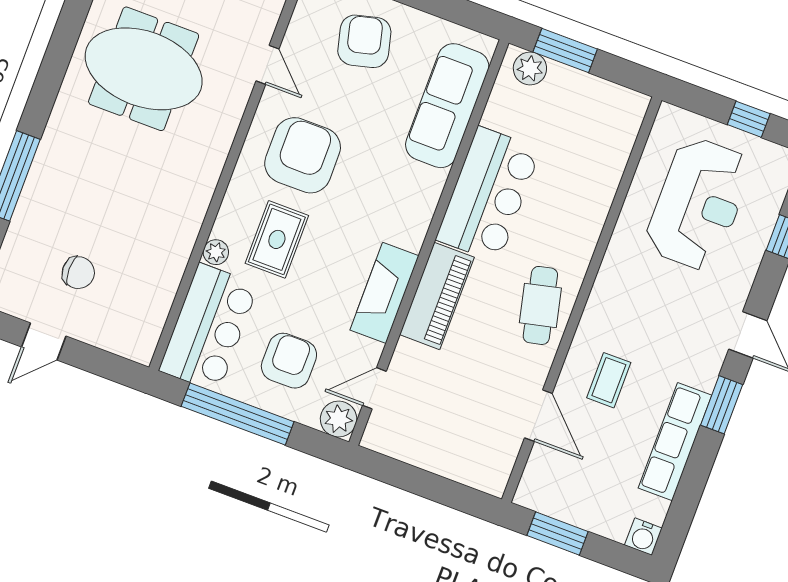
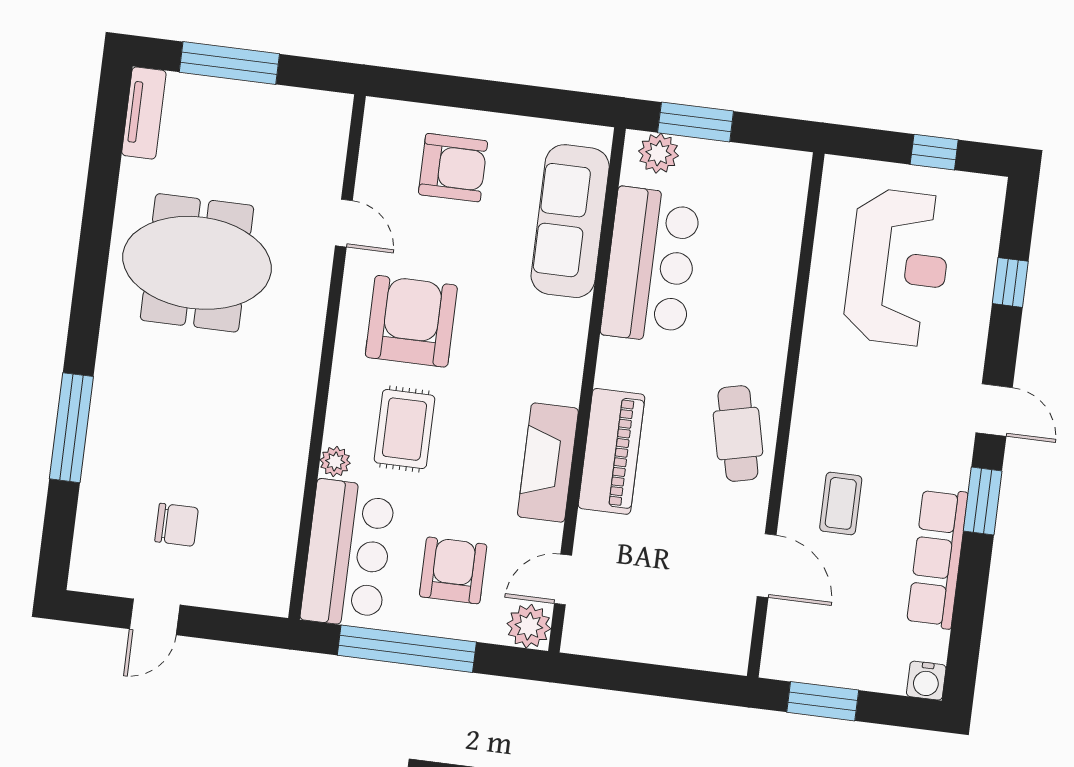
armchair: (364, 41) -> (453, 168), turned 104
bar counter: (488, 194) -> (651, 265), moved

